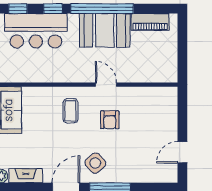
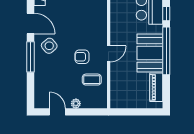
coffee table: (70, 111) -> (92, 80), moved
plant: (171, 128) -> (76, 104), added

